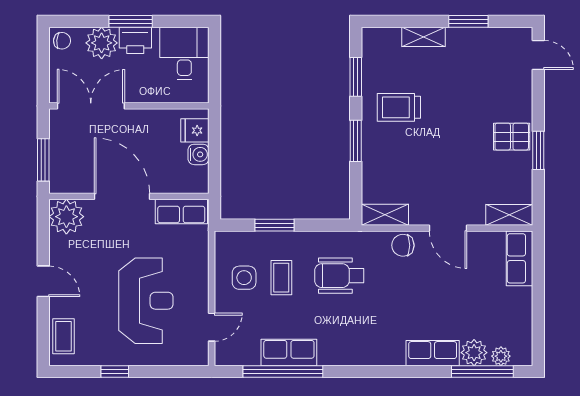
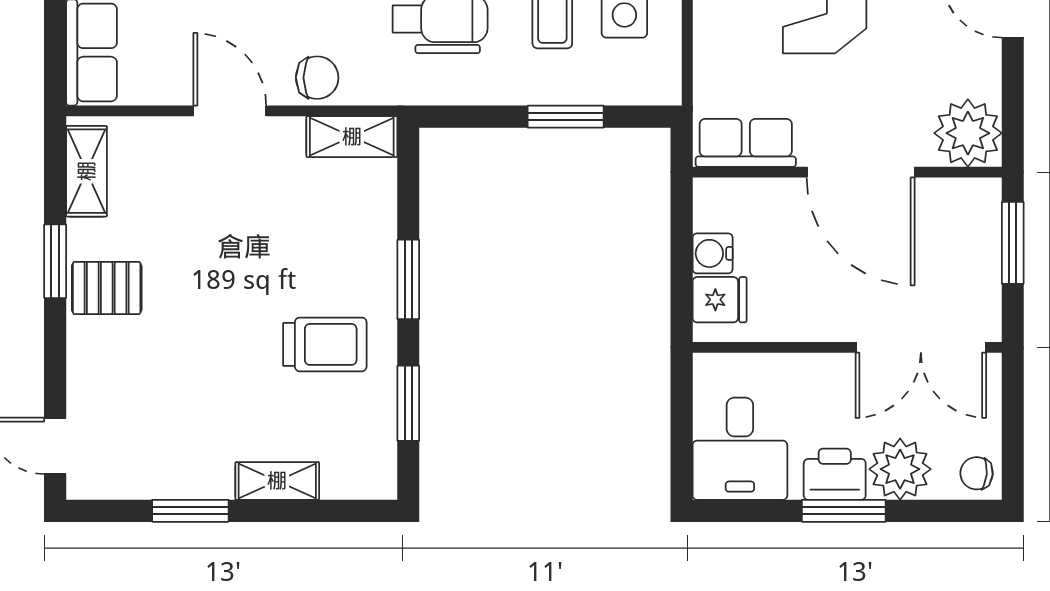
shelving: (509, 215) -> (87, 171), moved, turned 90

